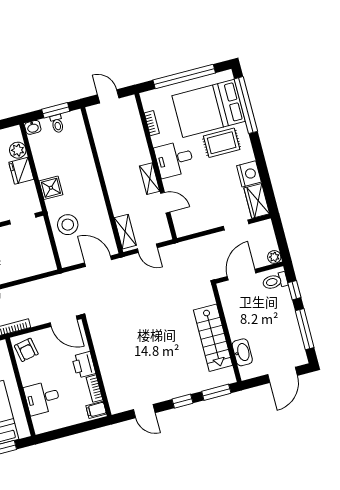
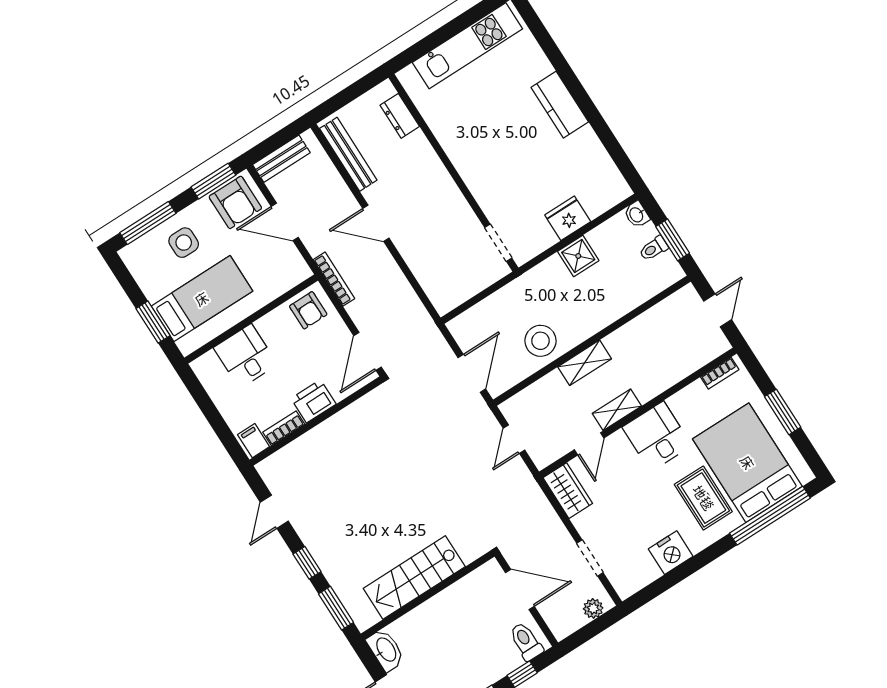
window: (184, 76) -> (783, 412), width x0.47
bookcase: (152, 123) -> (720, 373), moved
plant: (18, 150) -> (596, 203), removed
shower: (51, 188) -> (578, 256), moved
wardrobe: (257, 201) -> (568, 491), moved, turned 90
stool: (68, 225) -> (540, 341), moved
shelving: (125, 232) -> (585, 363), moved
plant: (274, 257) -> (593, 608), moved
armchair: (26, 350) -> (308, 310), turned -79
washbasin: (242, 352) -> (386, 650), moved, turned -90

